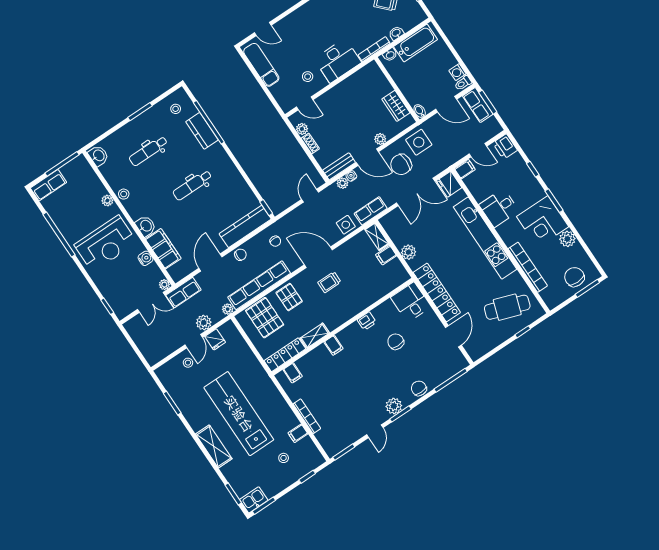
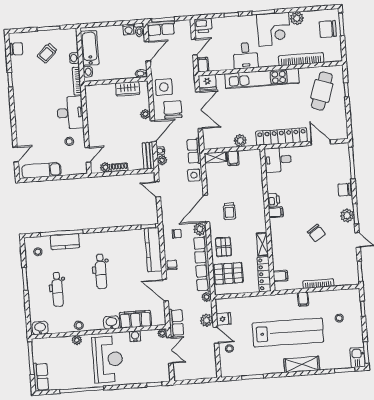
chair: (401, 165) -> (173, 109), turned 180
plant: (294, 262) -> (200, 229), added
pallet: (289, 297) -> (223, 247), turned 90
chair: (396, 342) -> (316, 233), moved, turned -123
filing cabinet: (334, 345) -> (276, 212), moved
lab bench: (239, 414) -> (288, 332), turned 180
filing cabinet: (298, 433) -> (303, 299), moved

